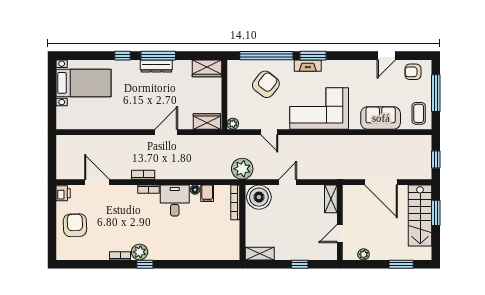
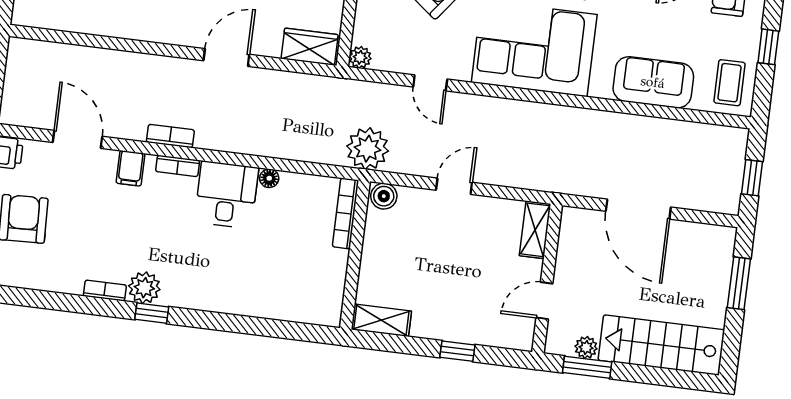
window: (436, 93) -> (768, 47), width x0.46
filing cabinet: (207, 193) -> (130, 168), moved
boiler: (259, 197) -> (384, 196), width x0.54, depth x0.54
stairs: (420, 216) -> (661, 345), moved, turned 90
window: (401, 264) -> (587, 367), moved

